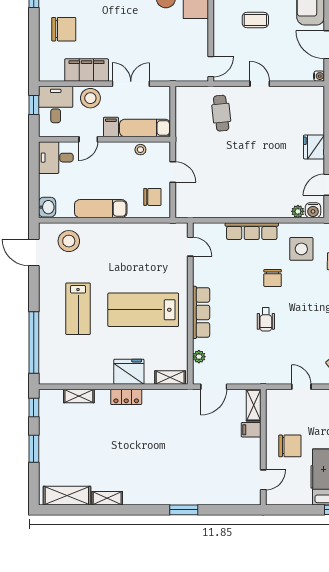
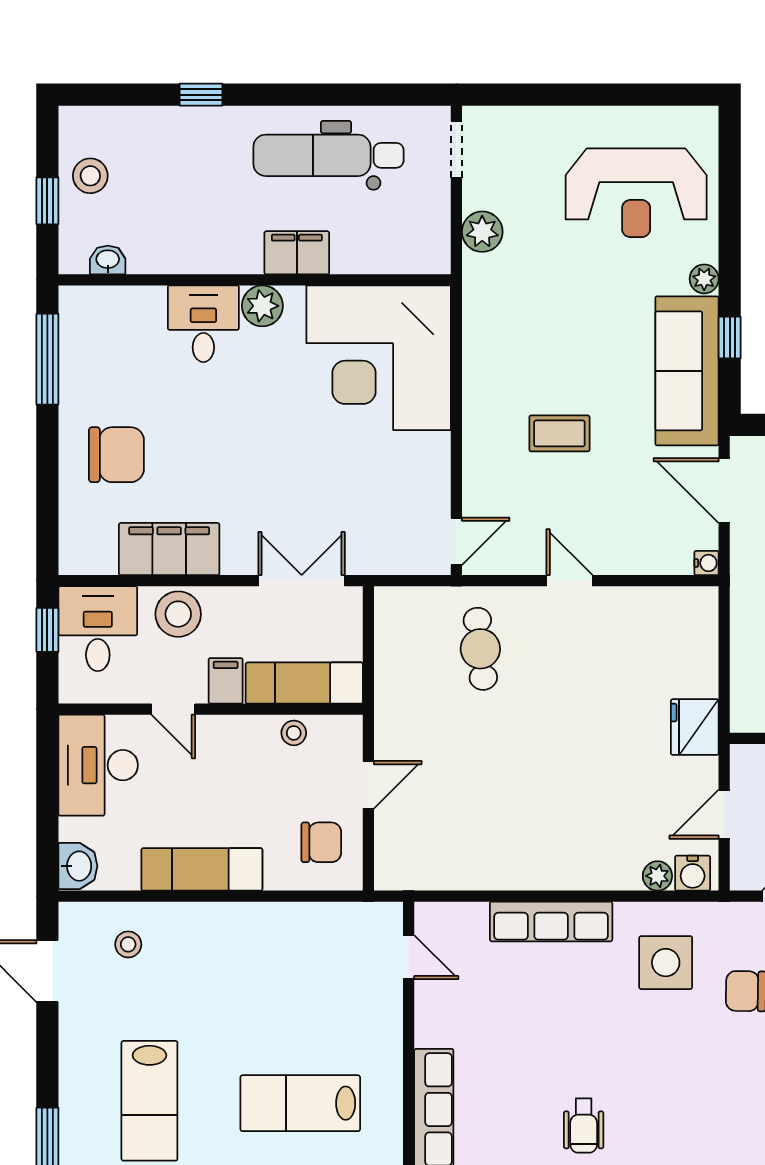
double door: (131, 84) -> (302, 581), moved
door: (88, 139) -> (173, 709), hinge flipped
desk: (56, 158) -> (98, 765), width x1.37
door: (173, 172) -> (368, 785), hinge flipped
stool: (69, 241) -> (128, 944), width x0.53, depth x0.53
chair: (273, 278) -> (599, 1030), removed
lab bench: (143, 310) -> (300, 1103), width x0.73, depth x0.72

